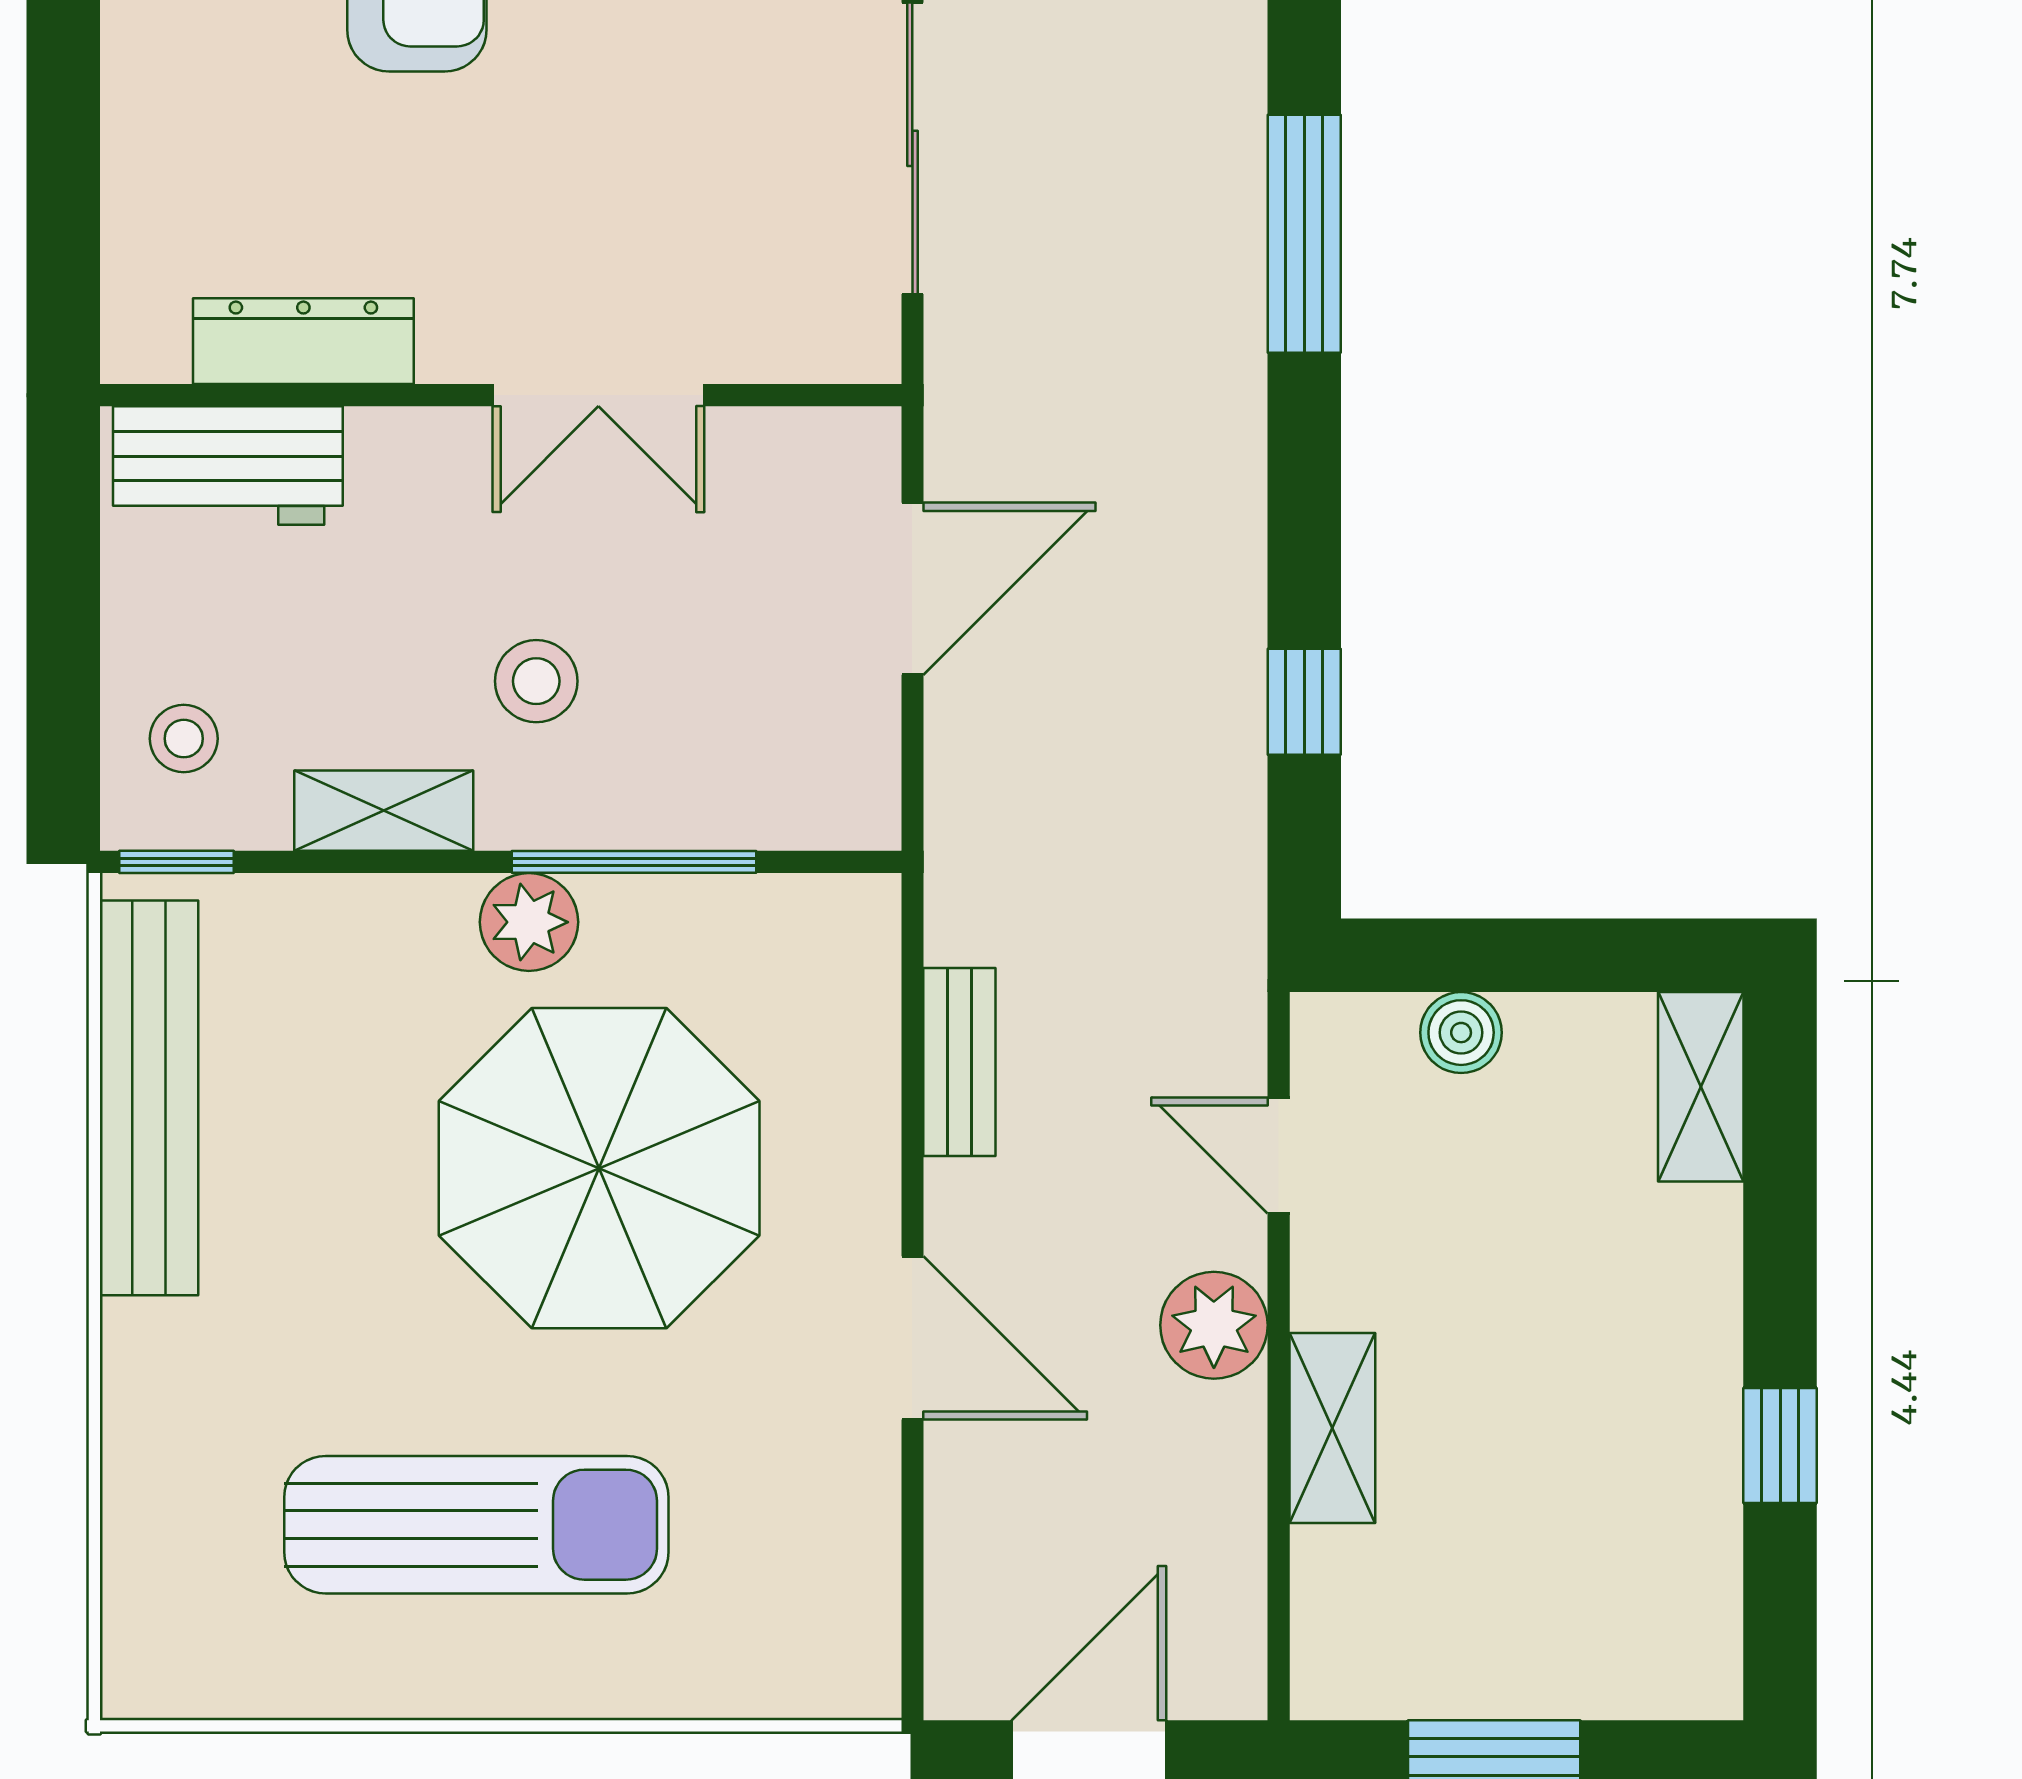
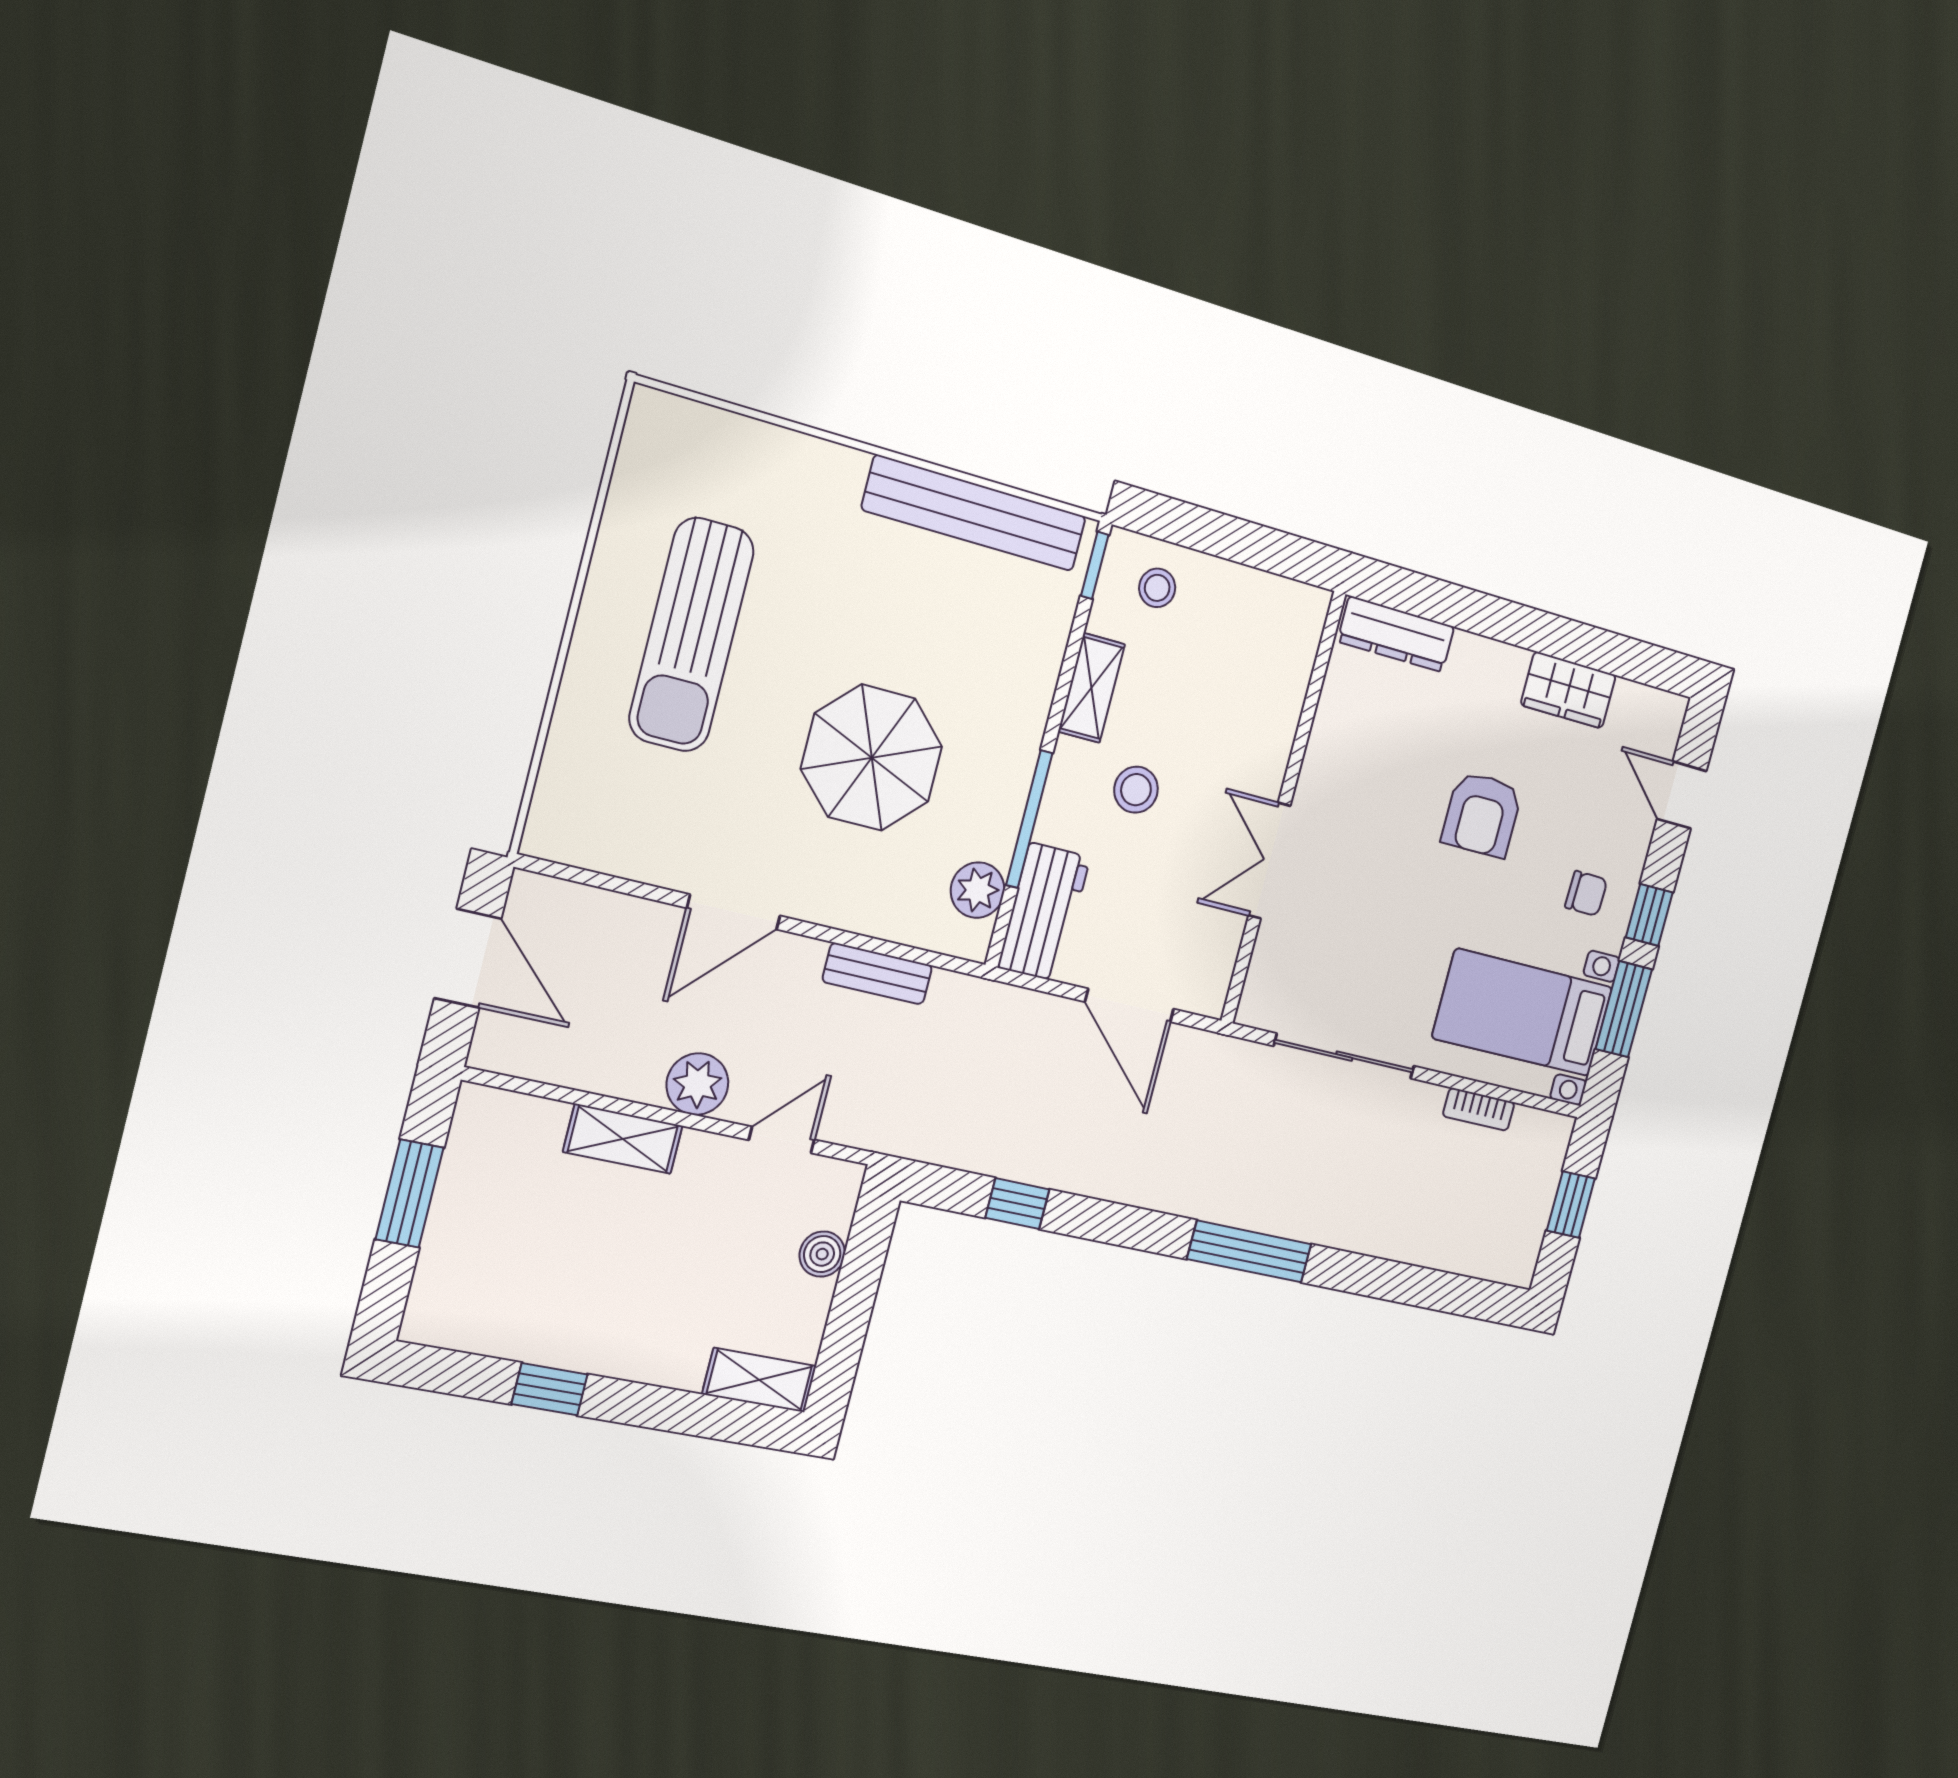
dresser: (303, 341) -> (1396, 634), moved, turned 90
workbench: (228, 466) -> (1044, 912), moved, turned 180
plant: (529, 922) -> (978, 890), moved
parasol: (599, 1168) -> (872, 758), width x0.73, depth x0.73

